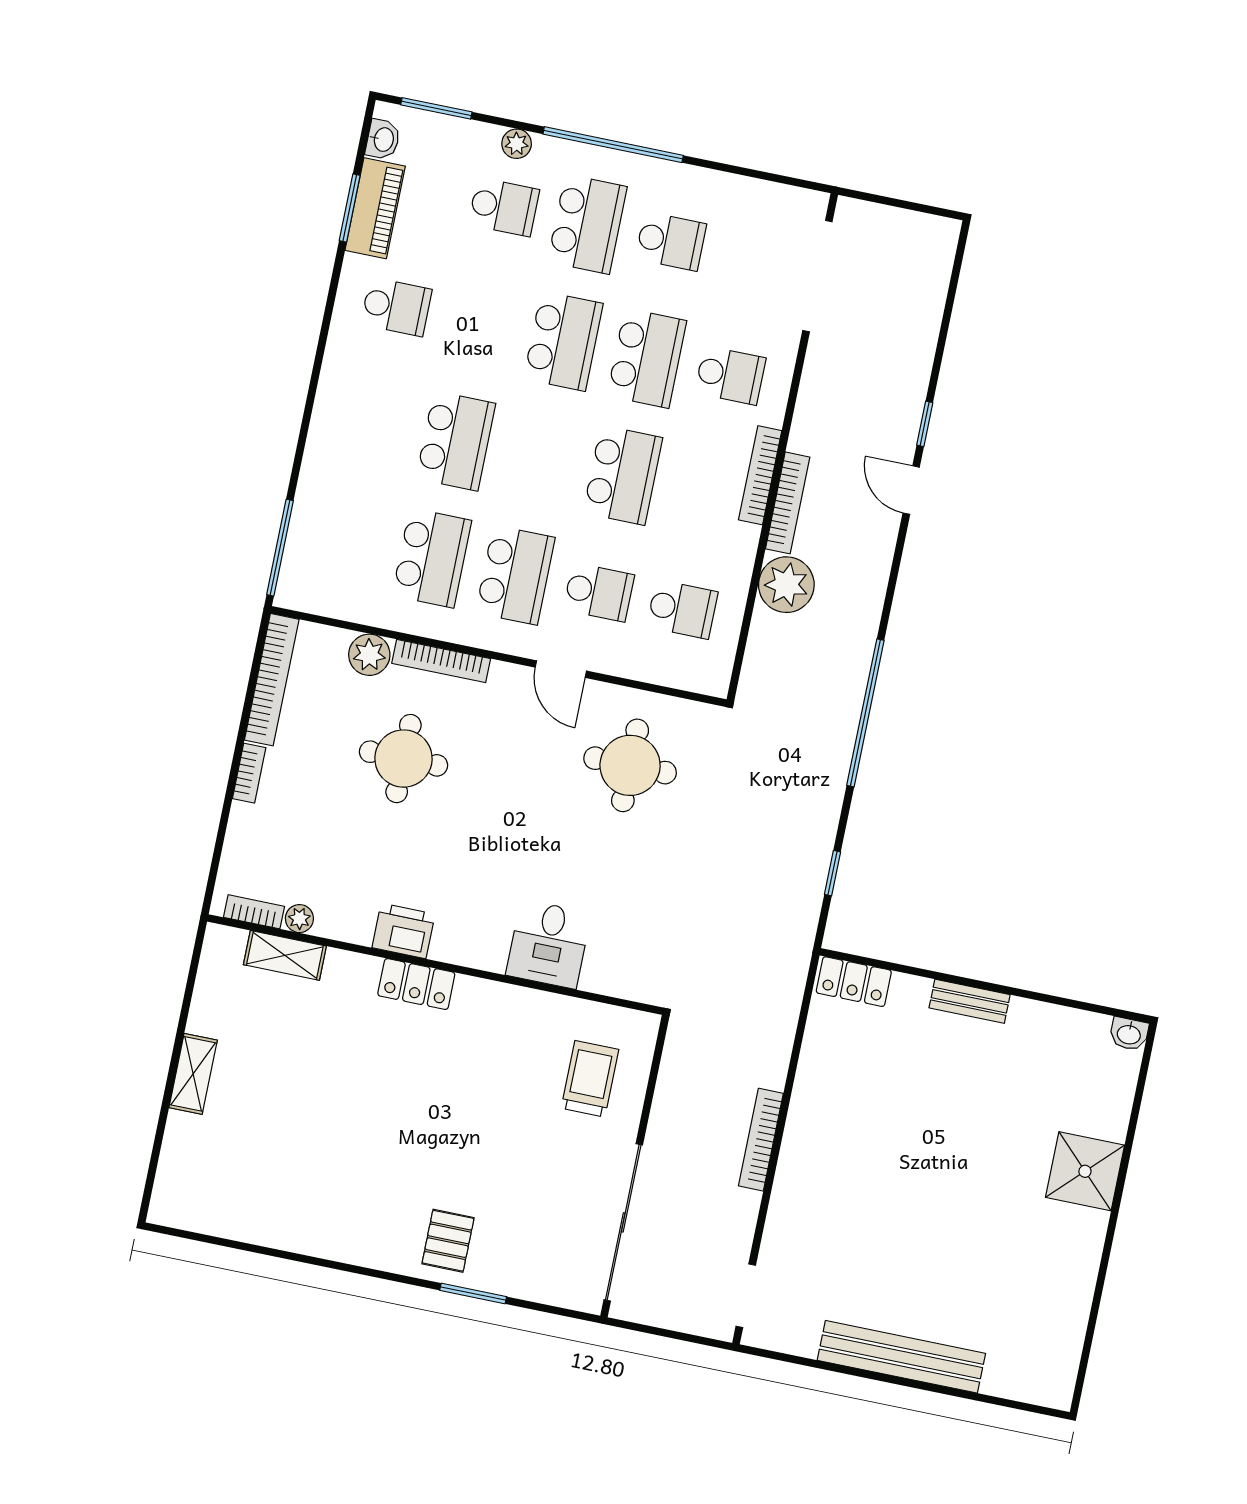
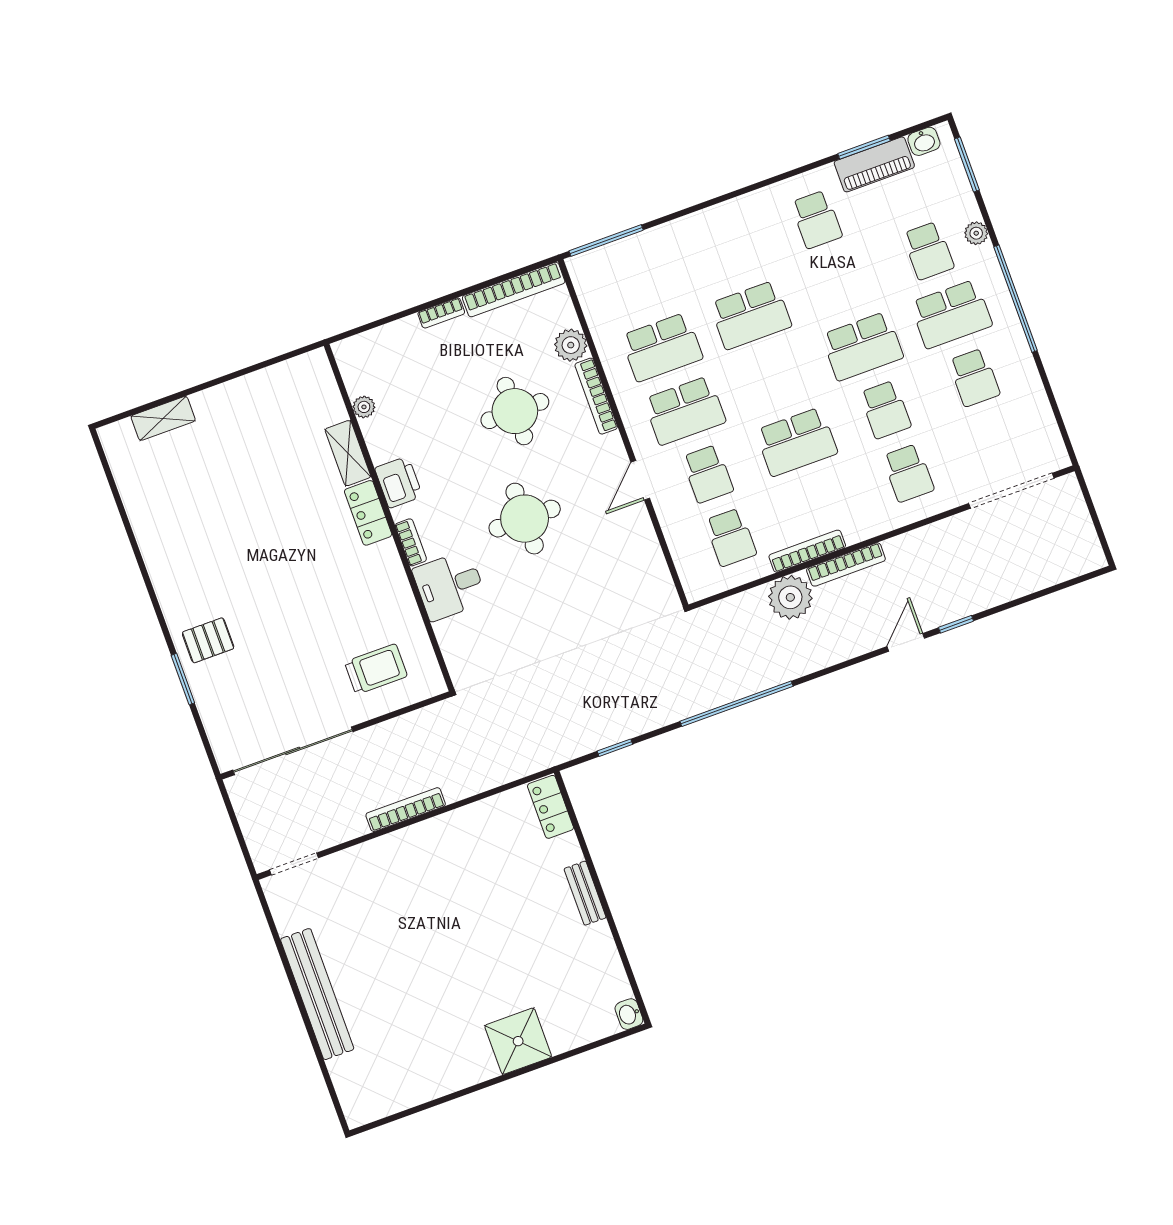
school desk: (647, 358) -> (885, 410), width x0.54
bookcase: (760, 475) -> (807, 551), moved
round table: (630, 765) -> (525, 519), moved
bookcase: (254, 912) -> (411, 542), moved
shelving: (285, 955) -> (348, 453), moved
shelving: (193, 1074) -> (163, 418), moved

